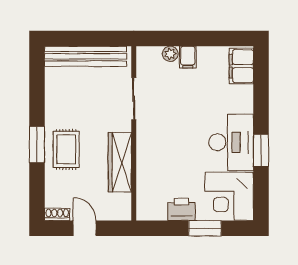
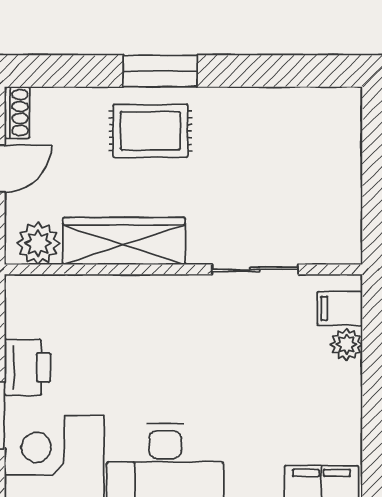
bench: (86, 56) -> (342, 171), removed
filing cabinet: (188, 57) -> (340, 308), moved
plant: (121, 204) -> (38, 243), added

